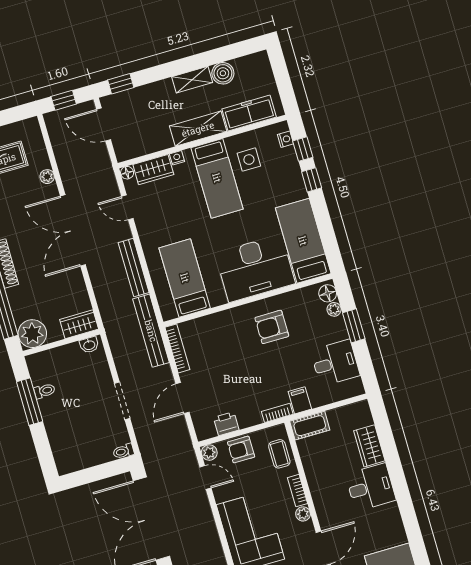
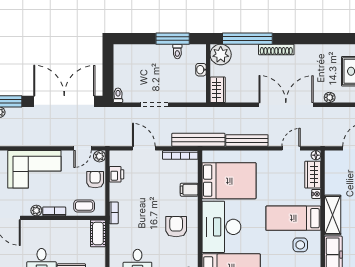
bed: (185, 278) -> (229, 181), width x1.50
washbasin: (89, 345) -> (201, 70), moved
filing cabinet: (300, 400) -> (189, 190), moved, turned 180

